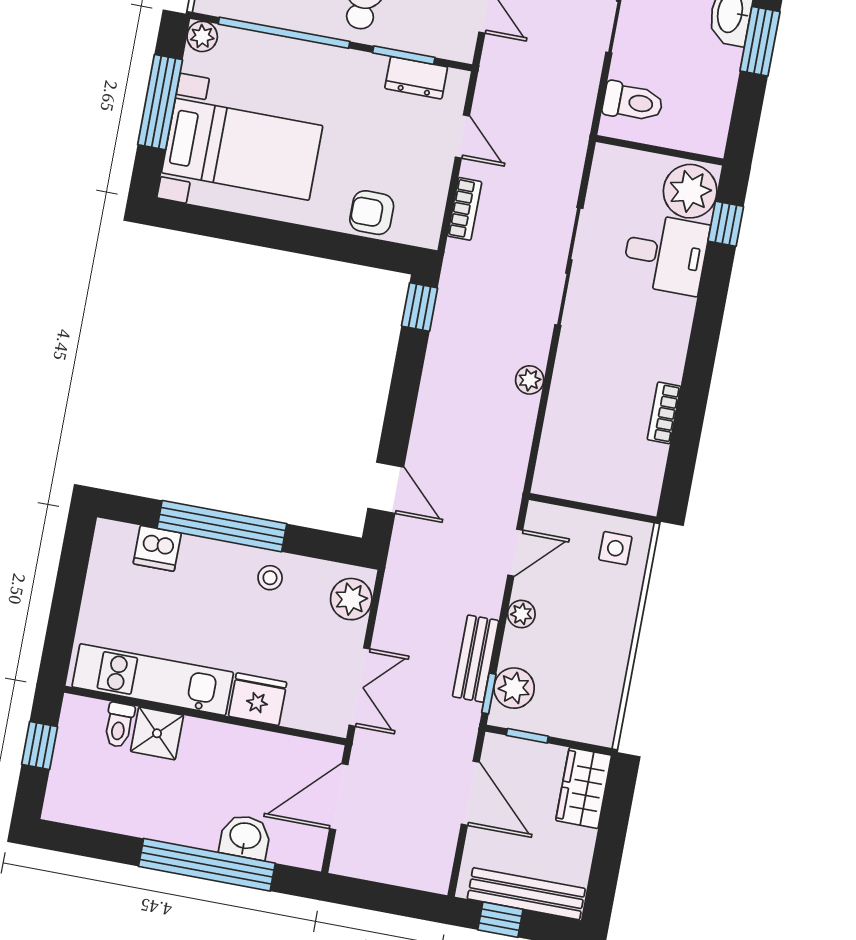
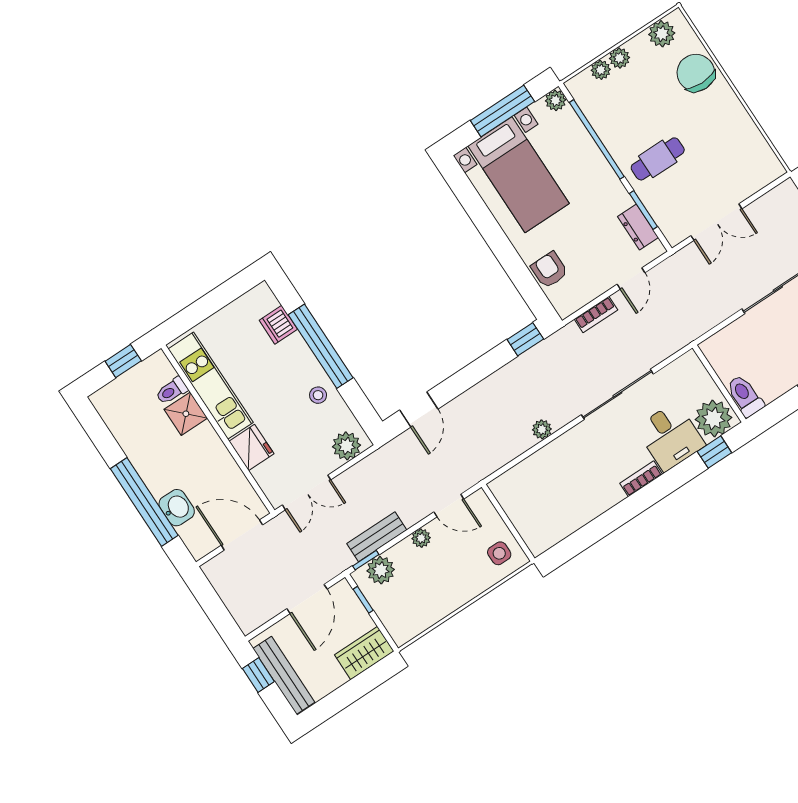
toilet: (633, 102) -> (745, 396), moved, turned 180
bookcase: (664, 413) -> (641, 479), moved

